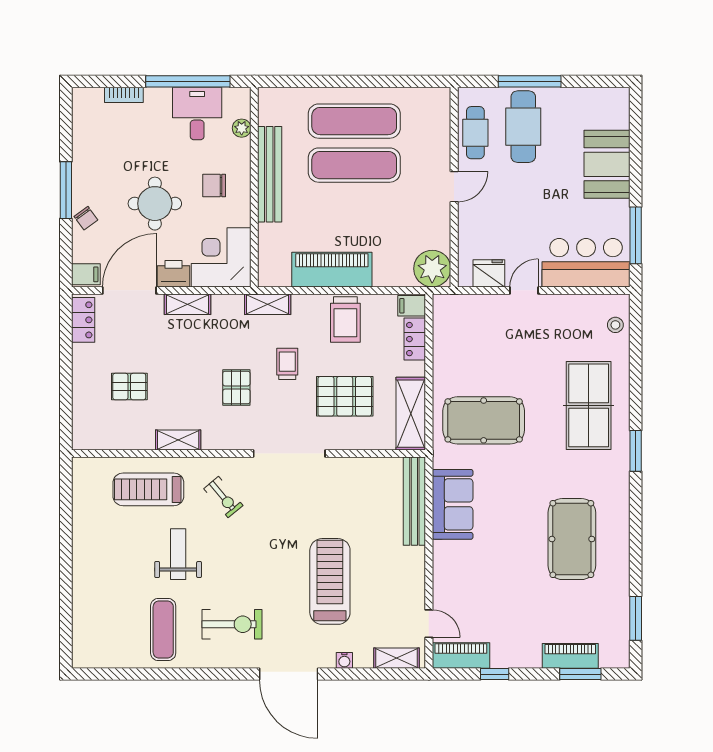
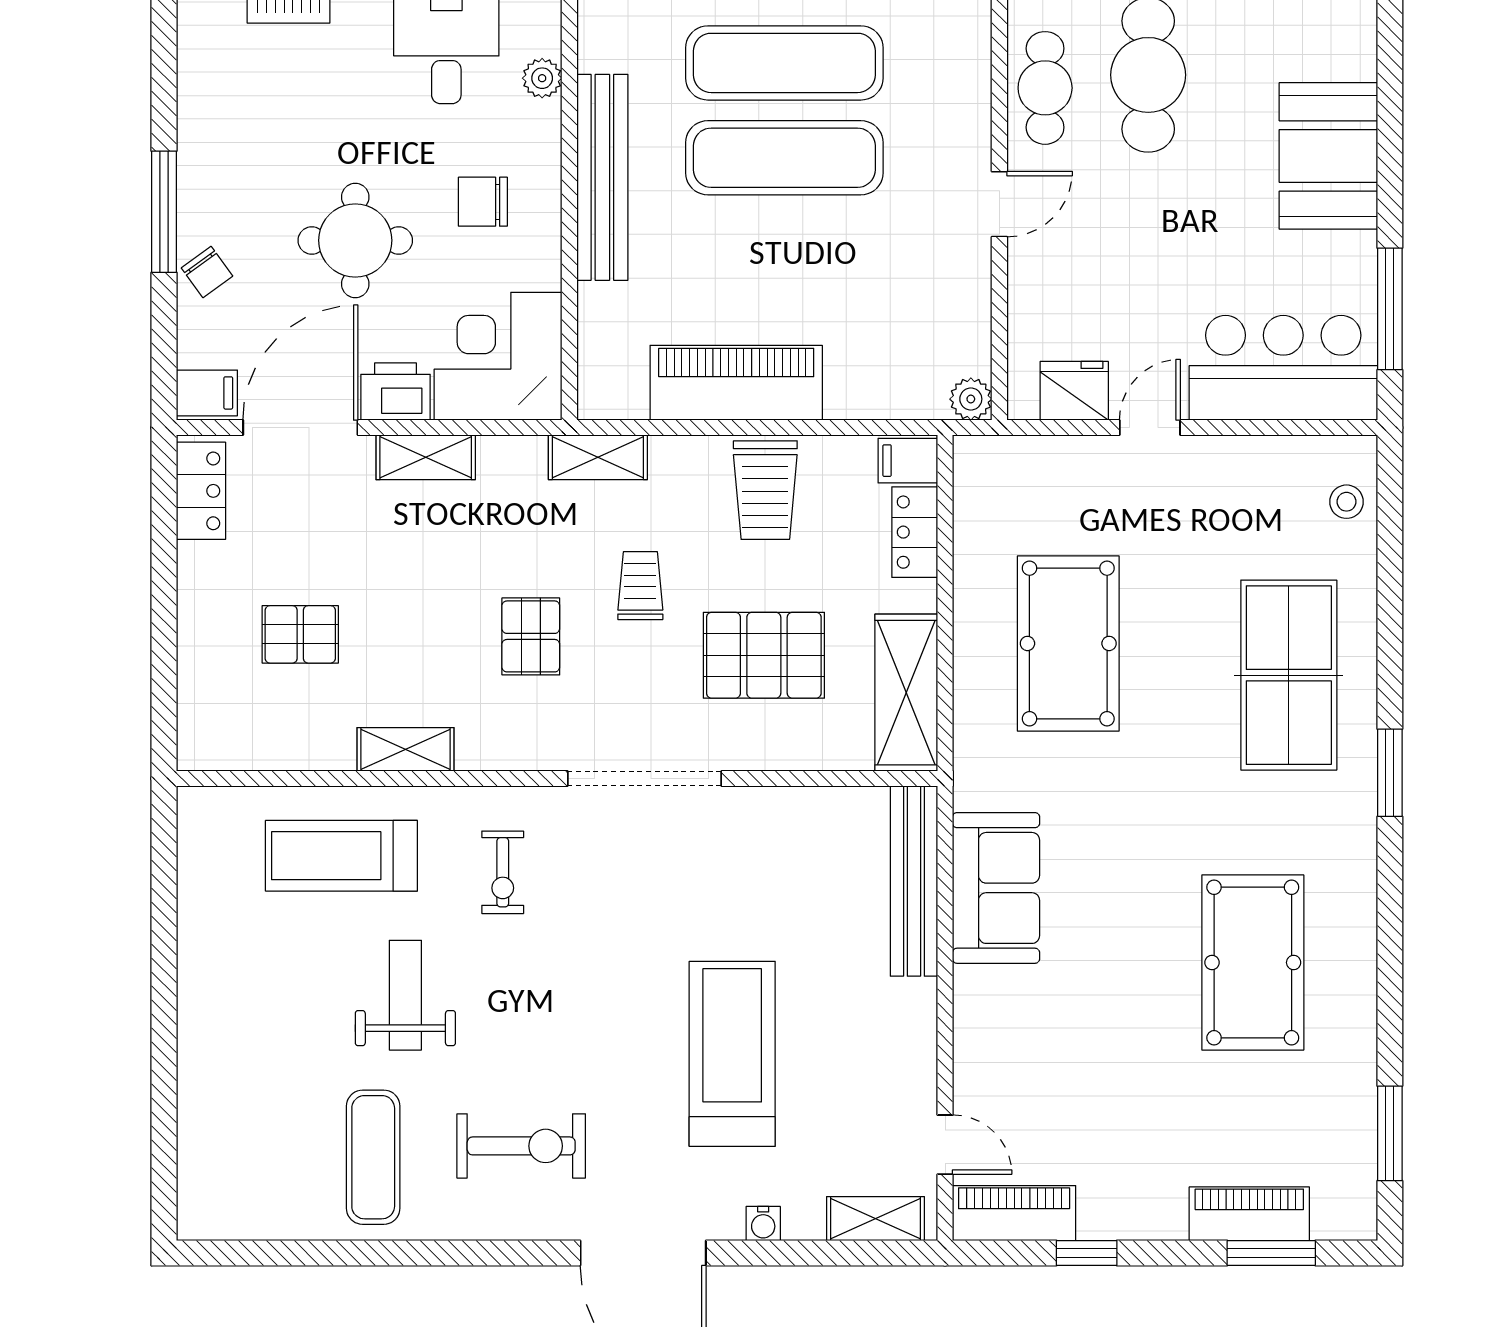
plant: (432, 269) -> (971, 399), width x0.53, depth x0.53
pool table: (484, 420) -> (1068, 643), moved, turned 90
exercise bike: (223, 497) -> (503, 872), turned 40

